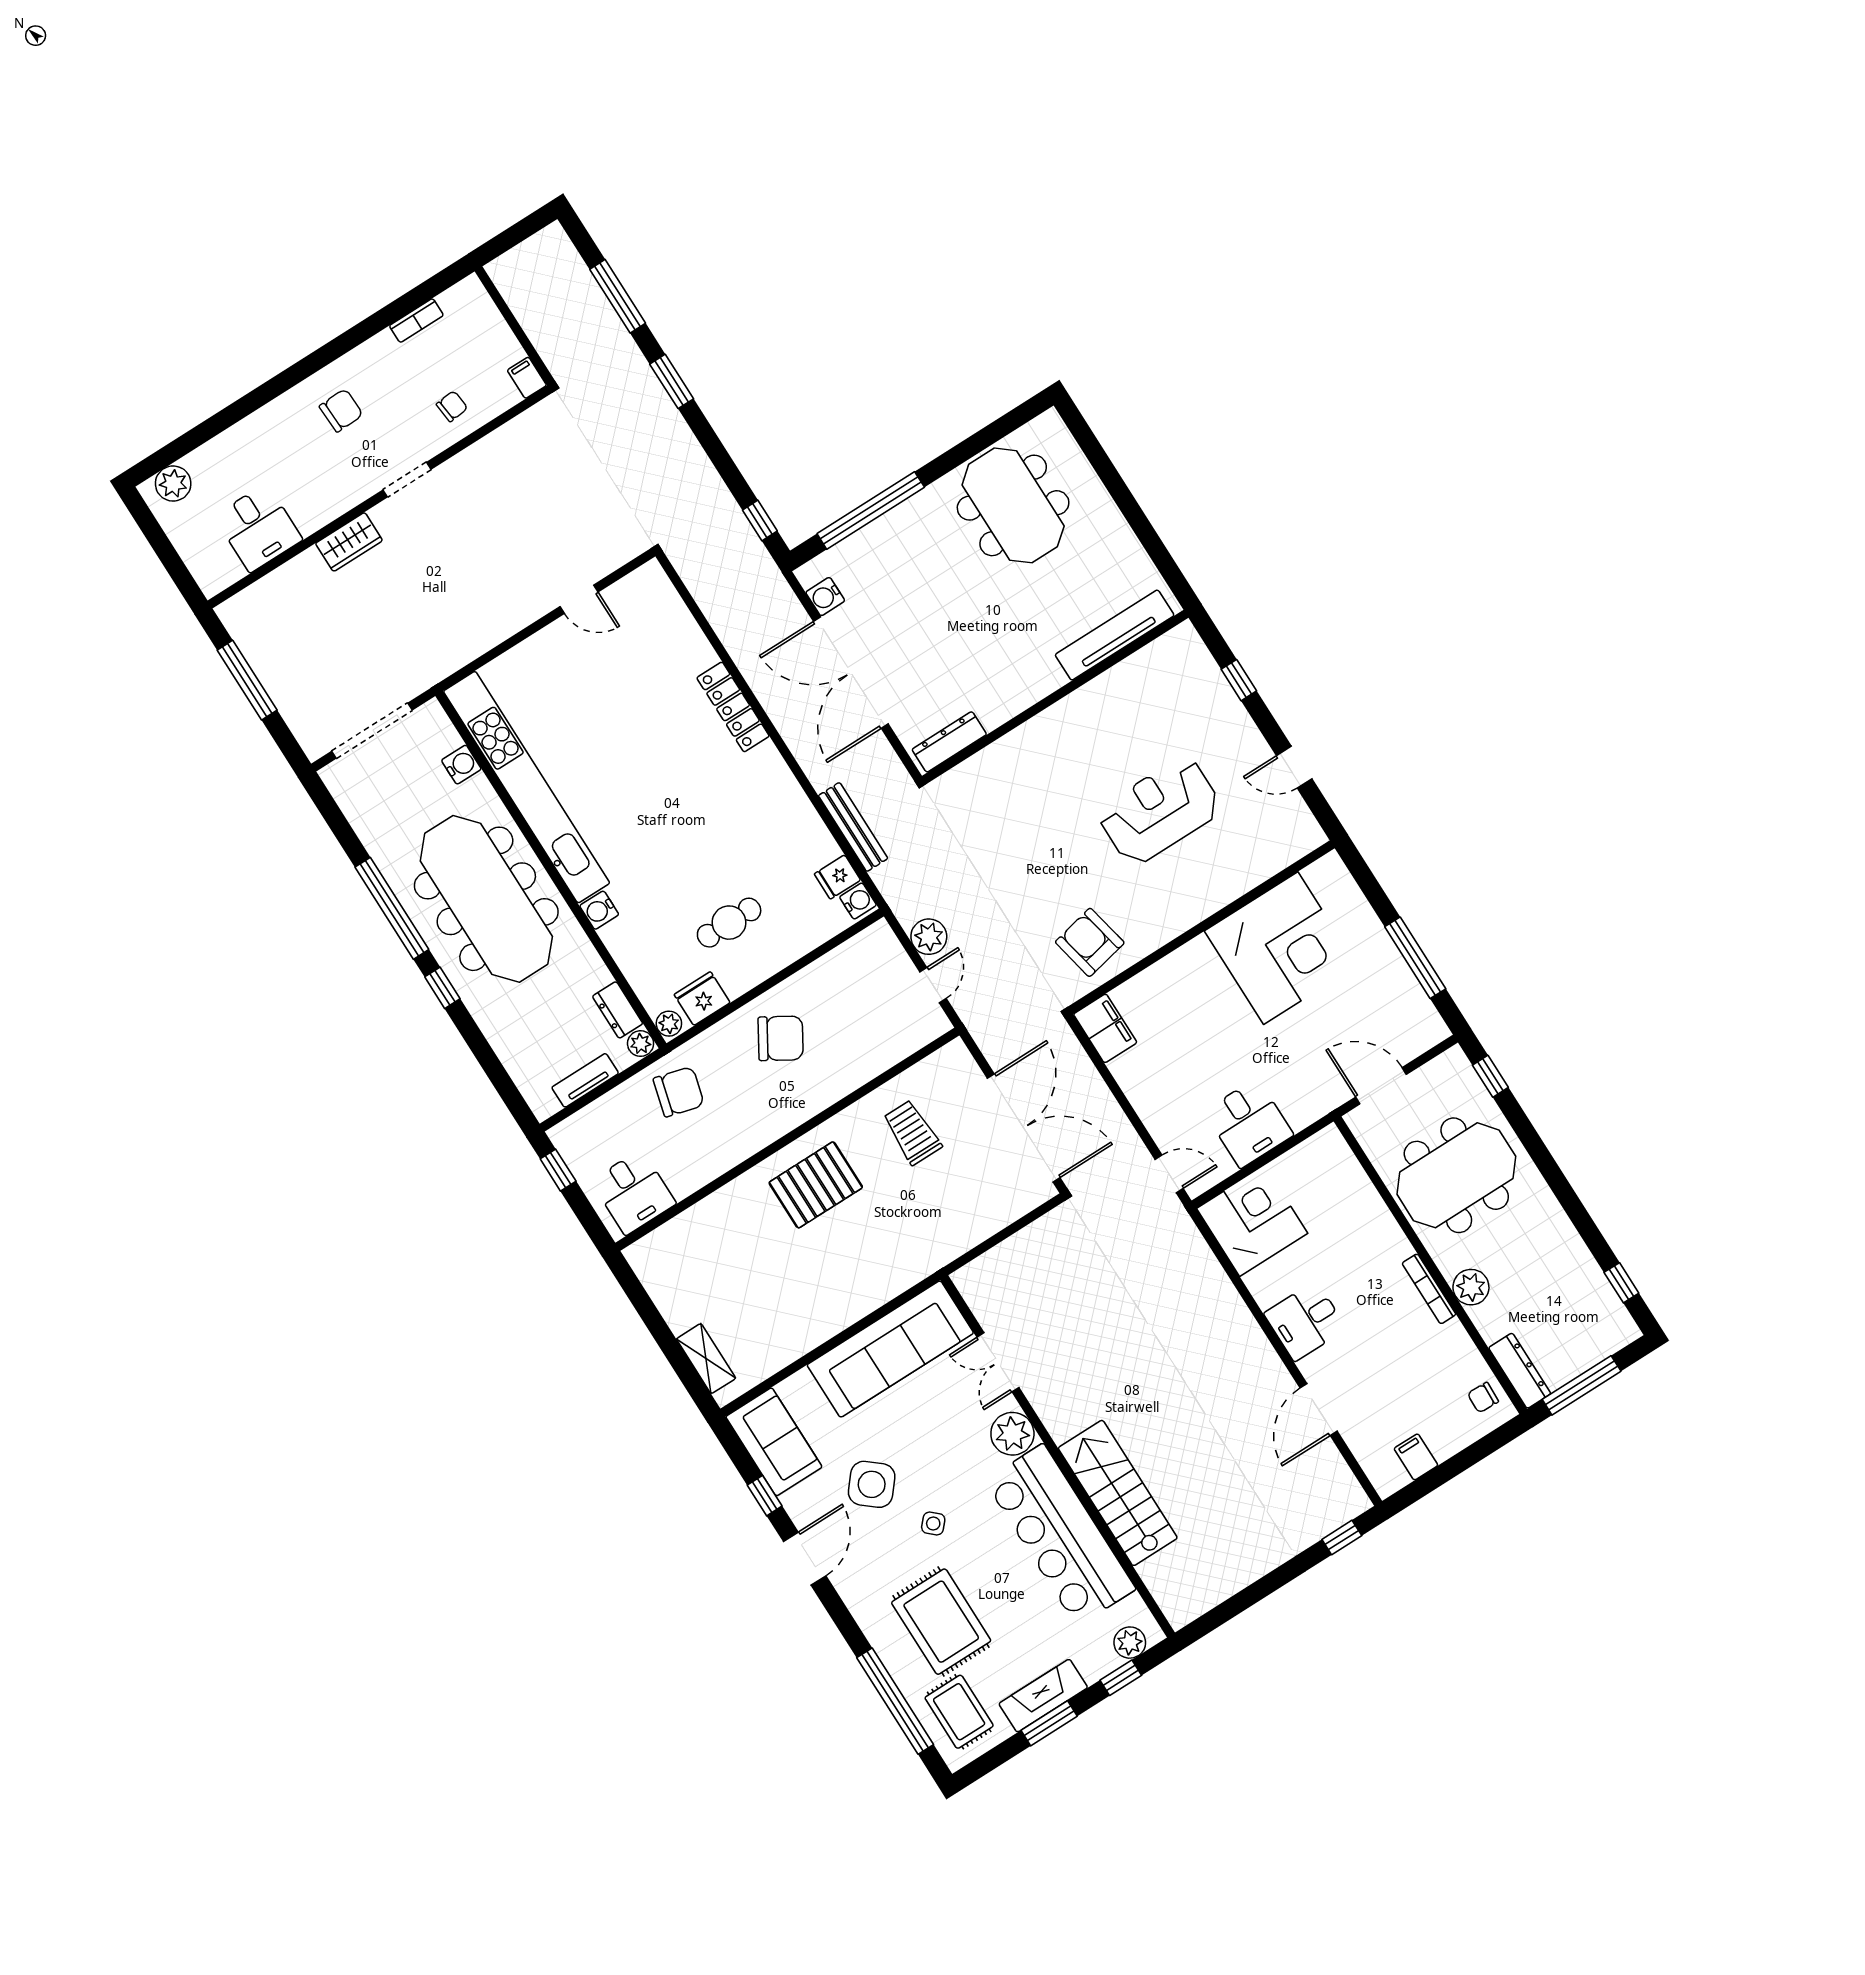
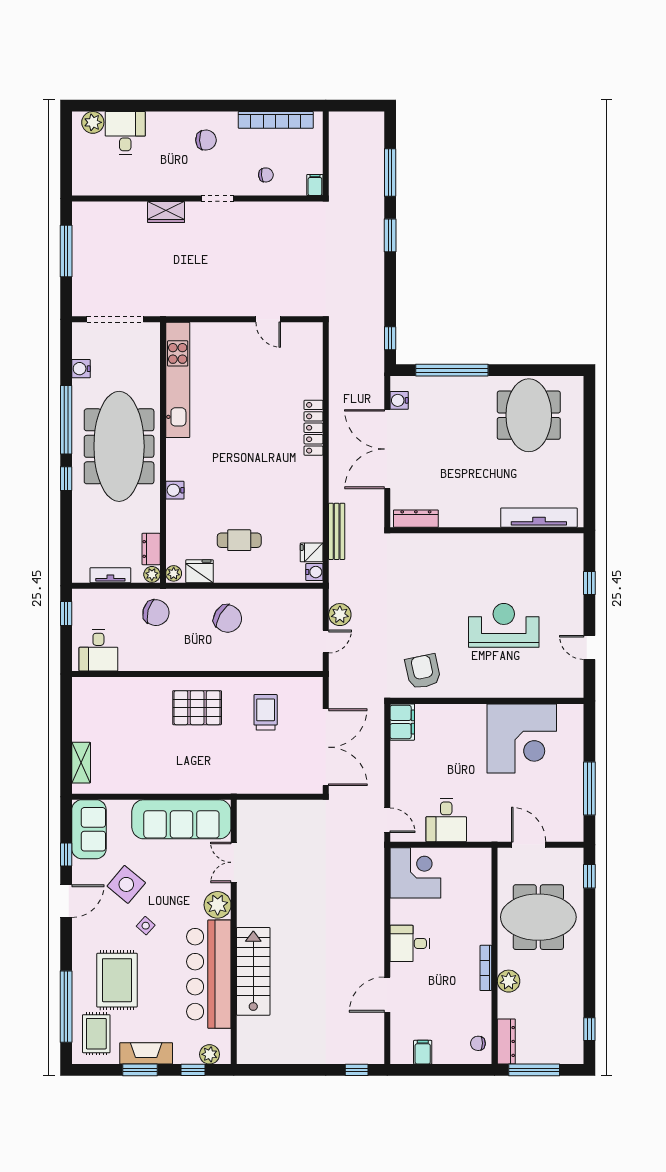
bookcase: (416, 321) -> (276, 120), width x2.31, depth x1.31
desk: (258, 528) -> (125, 133), moved, turned 180
water cooler: (461, 765) -> (81, 369), moved, turned 180
kitchen unit: (527, 787) -> (178, 380), width x0.73

